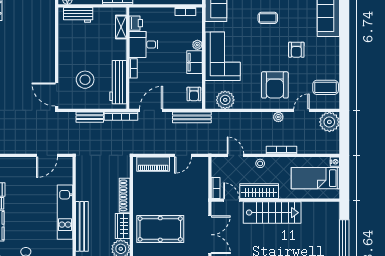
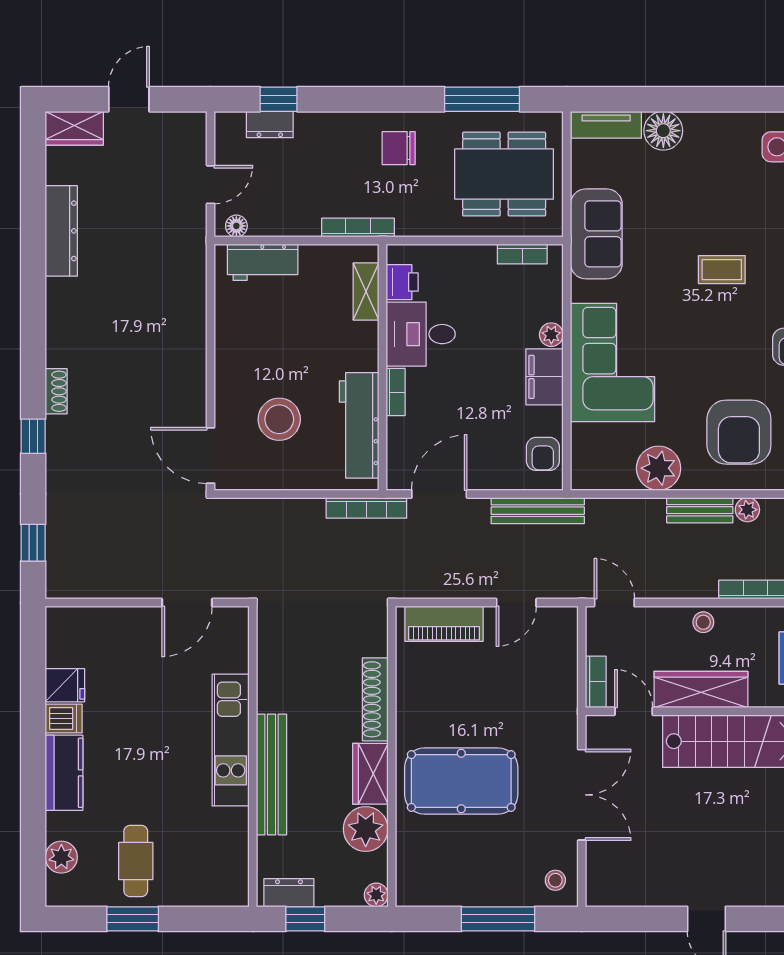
plant: (225, 100) -> (659, 468), moved
bench: (90, 117) -> (700, 510), moved
door: (235, 155) -> (614, 603), moved

